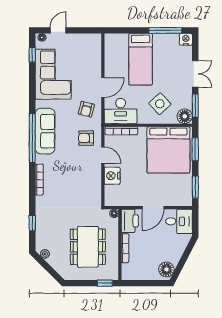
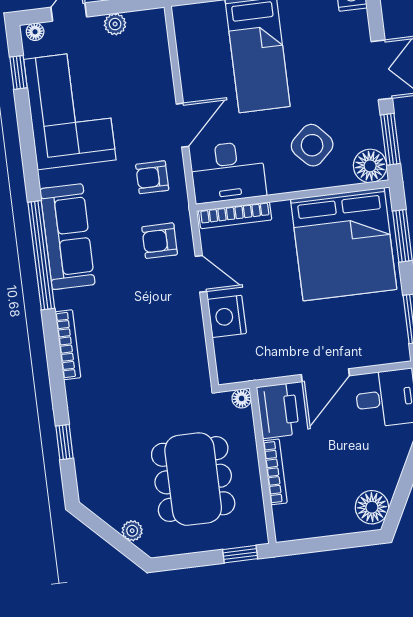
plant: (78, 38) -> (115, 24), added
armchair: (86, 109) -> (152, 177), turned 76
plant: (45, 254) -> (132, 531), moved

